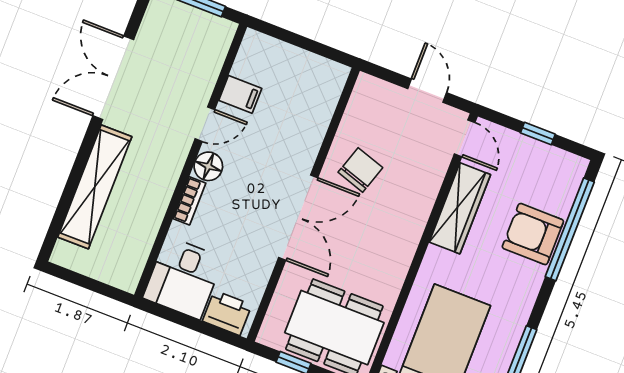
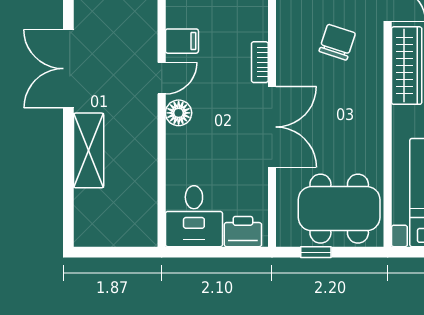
chair: (360, 170) -> (337, 42), moved
shelving: (95, 187) -> (89, 150), width x0.68
bookcase: (189, 201) -> (260, 62), moved, turned 180

